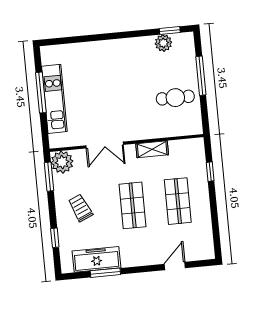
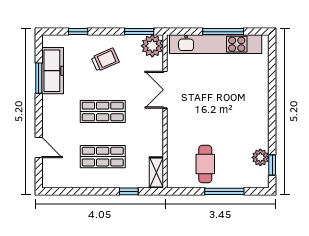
kitchen unit: (54, 99) -> (216, 44), width x1.36
shelving: (152, 149) -> (156, 173), moved

